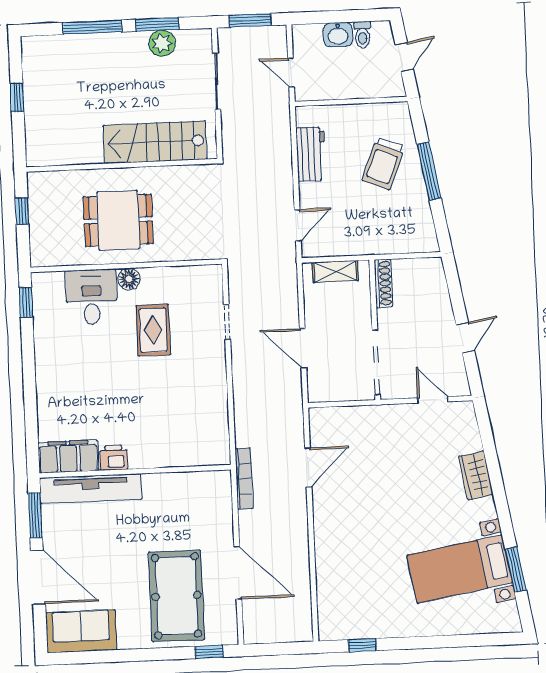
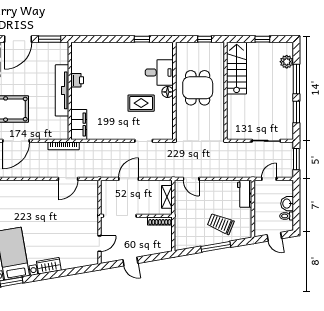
plant: (162, 43) -> (287, 62), moved
stairs: (155, 142) -> (237, 68), moved
workbench: (311, 154) -> (245, 194), moved, turned 90
window: (26, 302) -> (142, 39), moved
filing cabinet: (68, 456) -> (79, 124), moved
door: (308, 467) -> (68, 179), hinge flipped
wardrobe: (476, 475) -> (49, 266), moved
tv unit: (91, 489) -> (62, 90), moved

